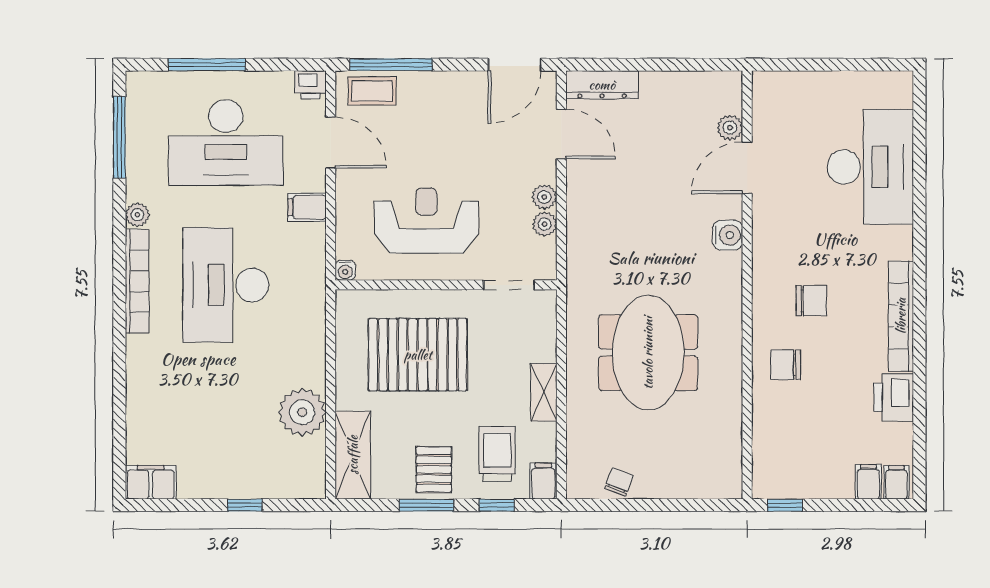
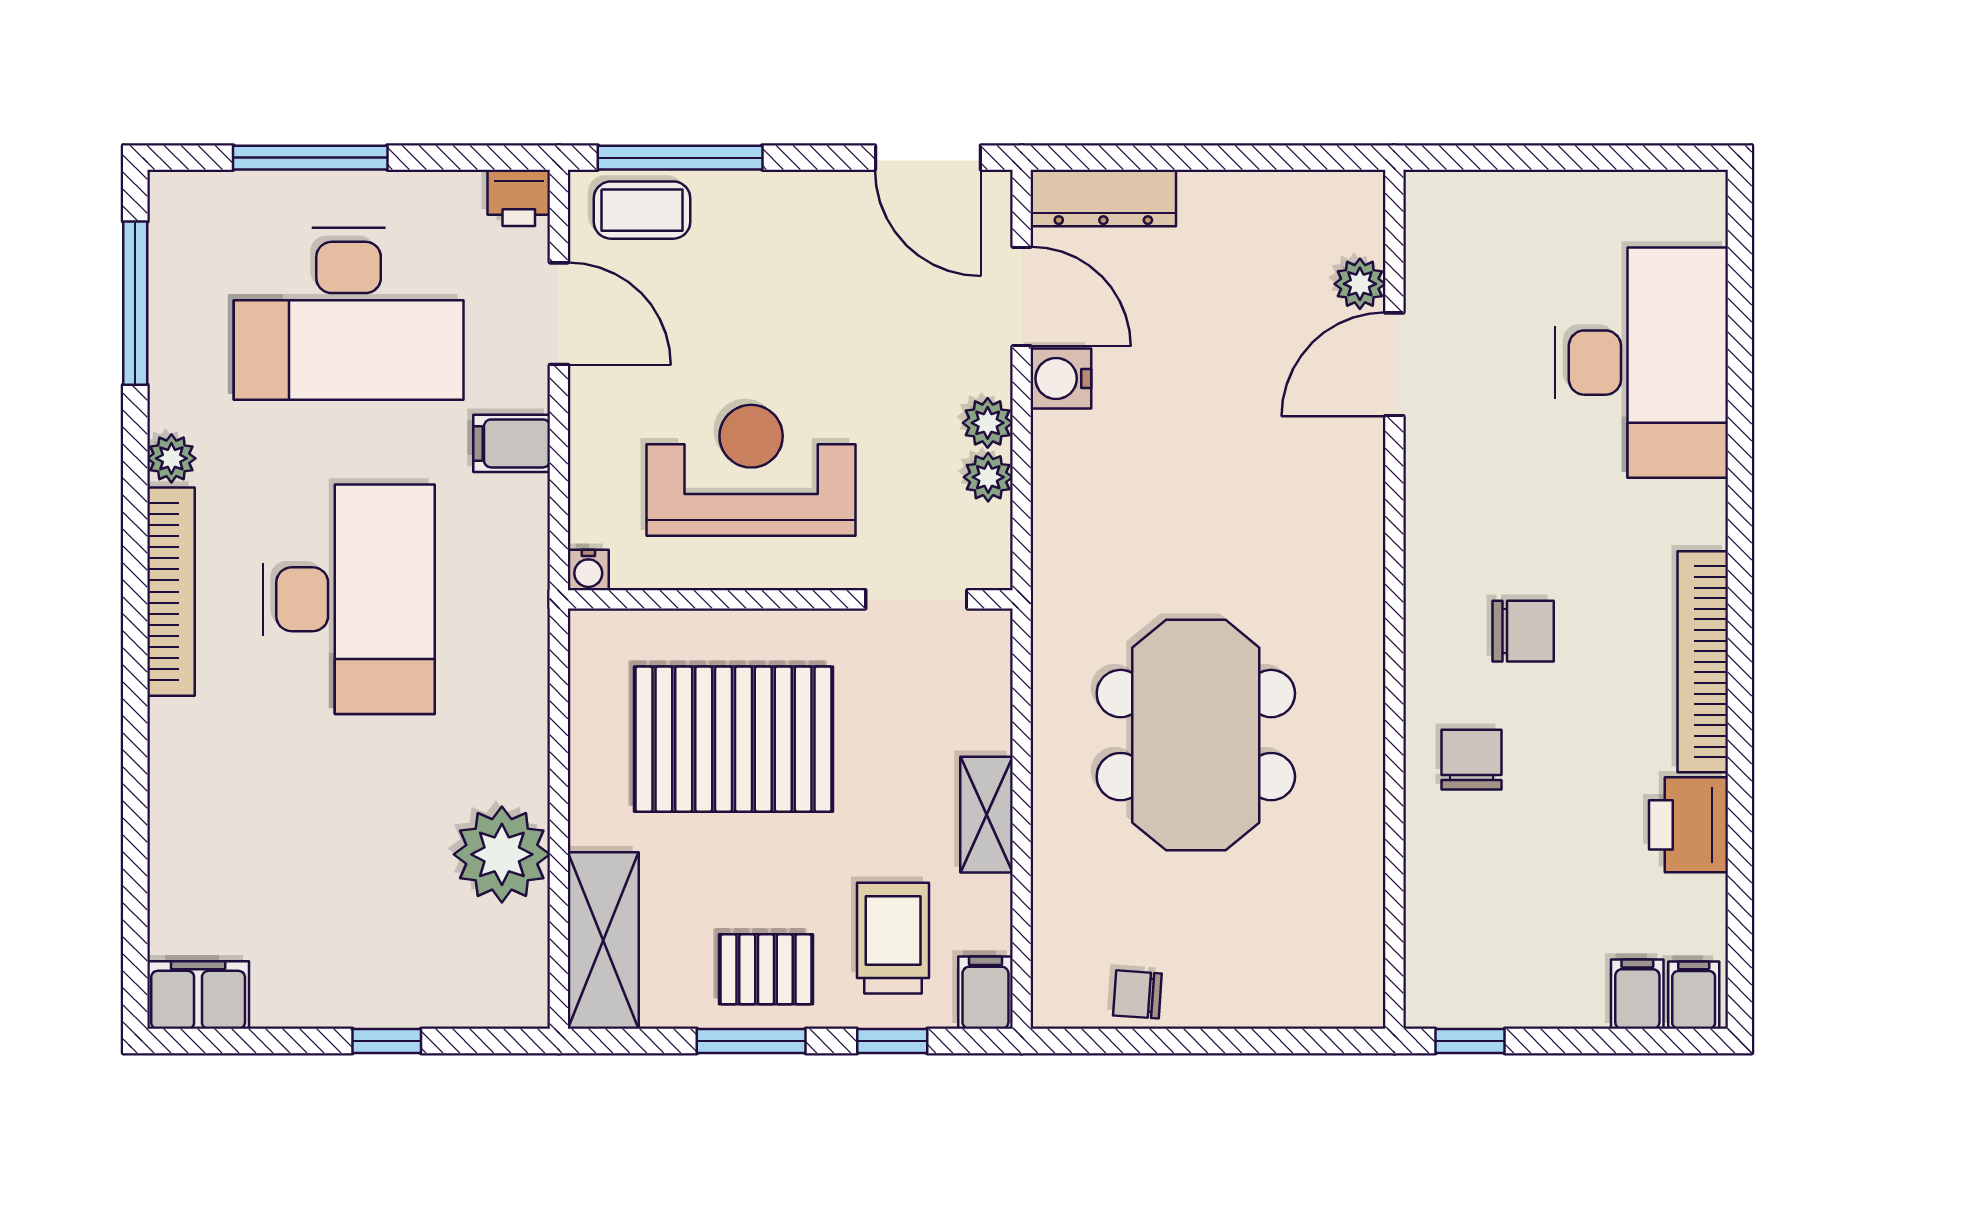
door: (515, 65) -> (928, 158), hinge flipped
water cooler: (728, 235) -> (1061, 379), moved, turned 180
desk: (226, 285) -> (349, 599), turned 180
chair: (786, 365) -> (1472, 760), turned 90
pallet: (434, 469) -> (766, 969), turned 90
chair: (619, 482) -> (1137, 994), turned -107

